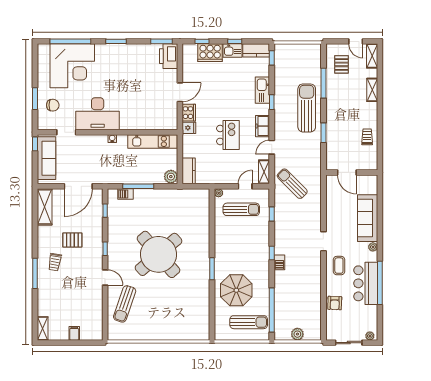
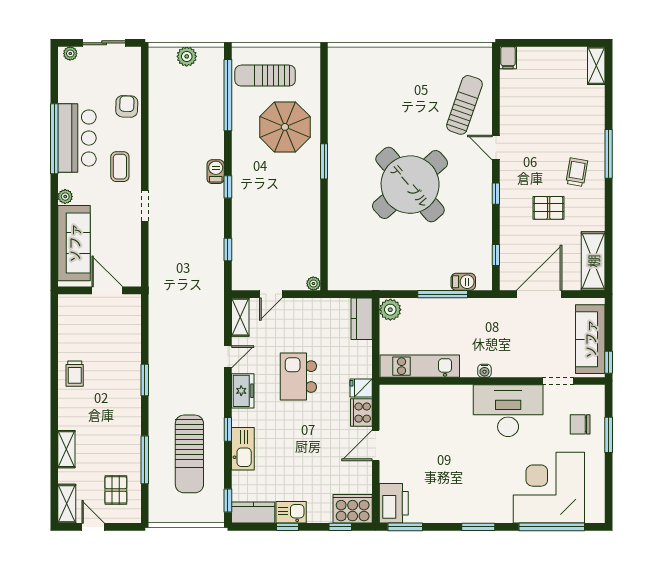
cooker: (210, 53) -> (353, 509), moved
sun lounger: (307, 108) -> (189, 454), moved
door: (347, 172) -> (107, 290), moved
wall: (352, 172) -> (100, 290), moved
sun lounger: (292, 184) -> (195, 298), removed
sun lounger: (241, 209) -> (277, 257), removed
filing cabinet: (74, 333) -> (508, 58), moved

